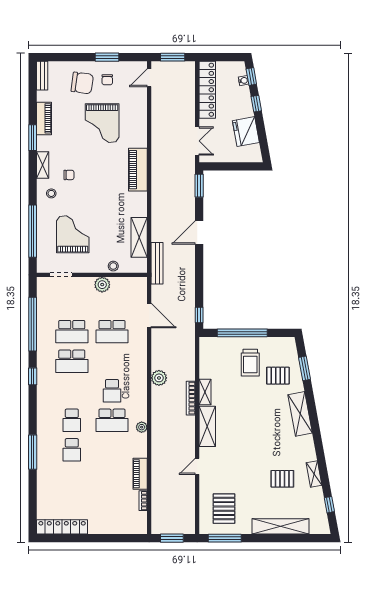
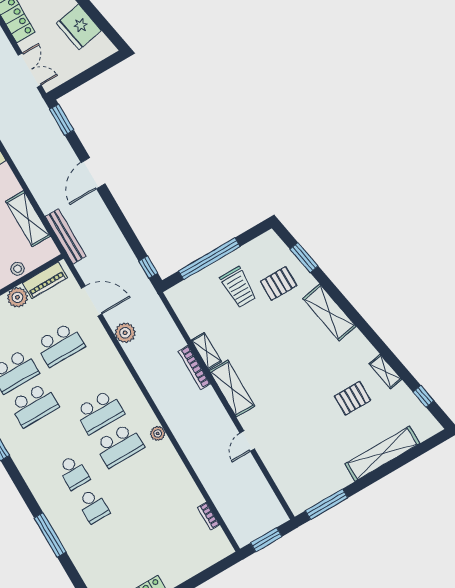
plant: (159, 378) -> (125, 333), moved
school desk: (112, 391) -> (100, 412), width x1.85
piano: (140, 474) -> (45, 280), moved, turned -90
pallet: (224, 509) -> (306, 471), removed

